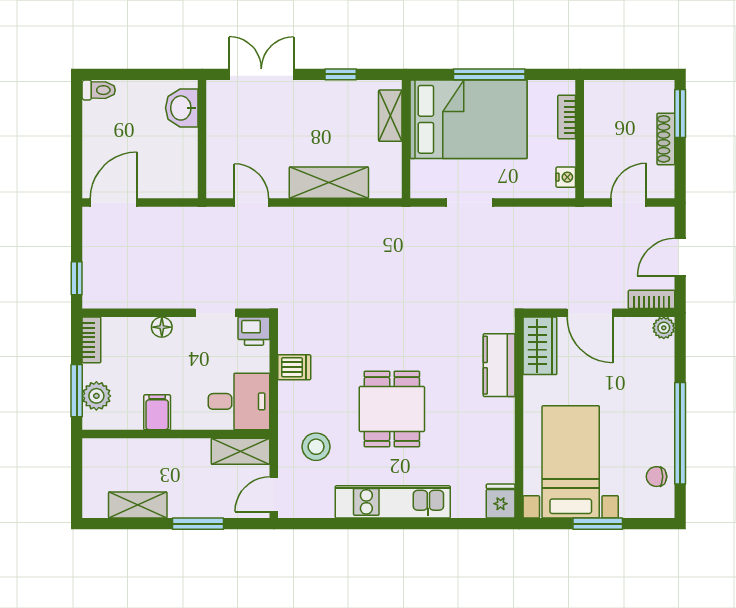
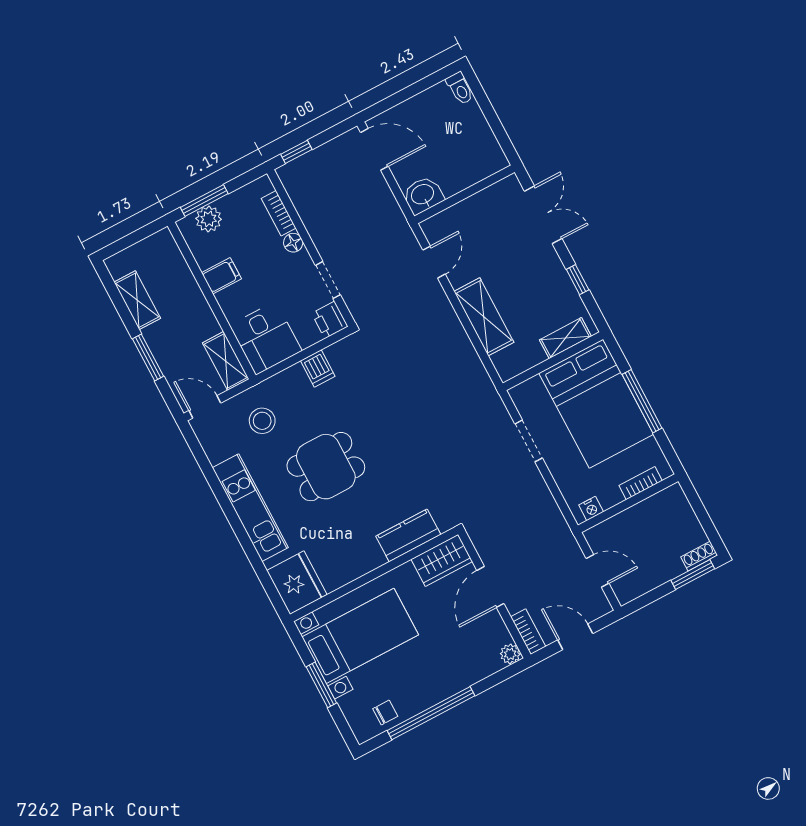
washbasin: (182, 108) -> (423, 195), moved
shoe rack: (666, 139) -> (699, 556), moved, width x0.70
bookcase: (91, 340) -> (279, 213), moved, turned 90
chair: (656, 477) -> (385, 712), turned 90
fridge: (501, 501) -> (297, 583), width x1.88, depth x1.34

